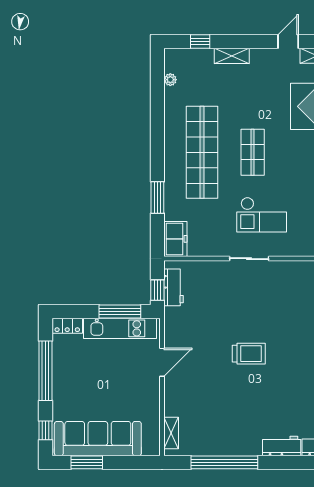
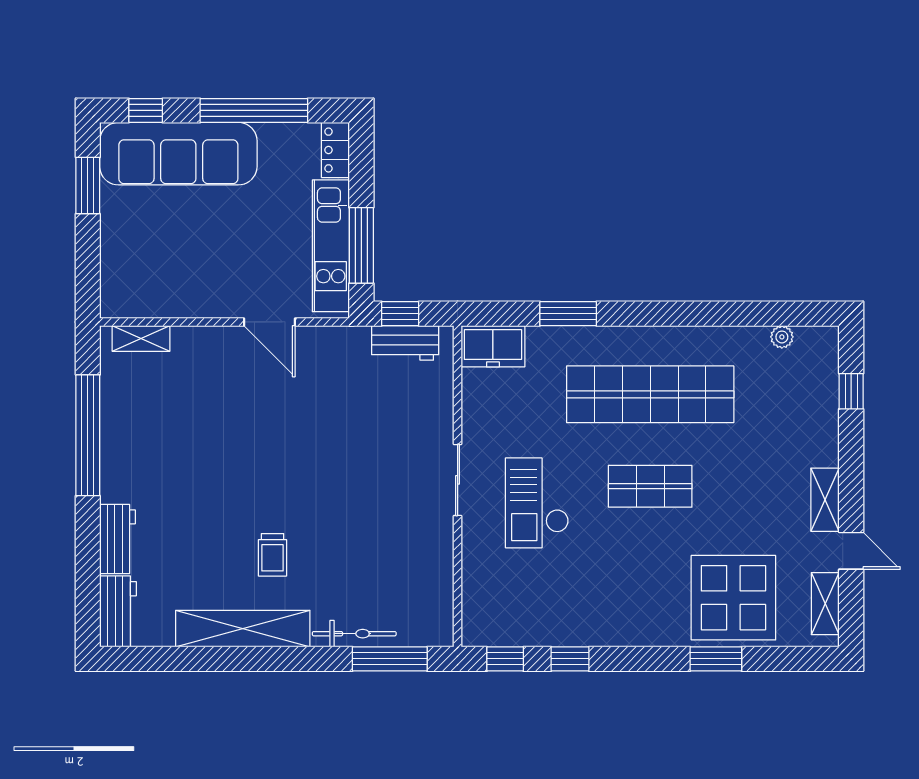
shelving: (232, 56) -> (825, 500), moved
trolley: (249, 354) -> (273, 555), moved, width x0.73, depth x0.72
sofa: (98, 439) -> (178, 154), moved, turned 90

